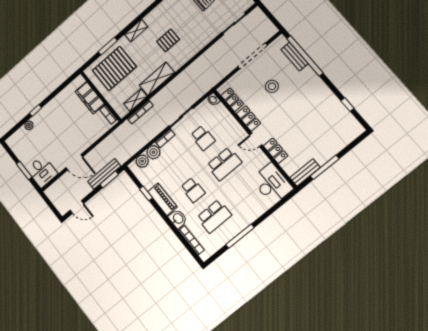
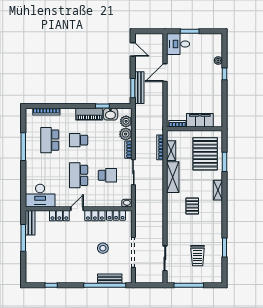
school desk: (203, 138) -> (107, 175), turned 180
door: (77, 207) -> (133, 49), swing flipped
washbasin: (178, 219) -> (110, 114), moved

